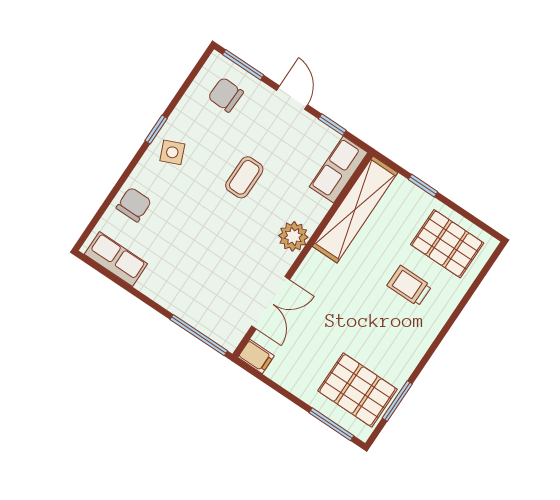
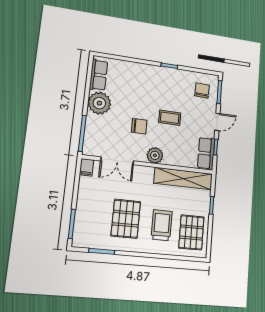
side table: (172, 152) -> (163, 78), removed
row of seats: (339, 170) -> (206, 153), moved, turned -90
chair: (134, 205) -> (139, 126), moved
plant: (163, 282) -> (99, 103), added
trolley: (409, 286) -> (162, 225), width x1.36, depth x1.39
pallet: (357, 390) -> (126, 219), moved

